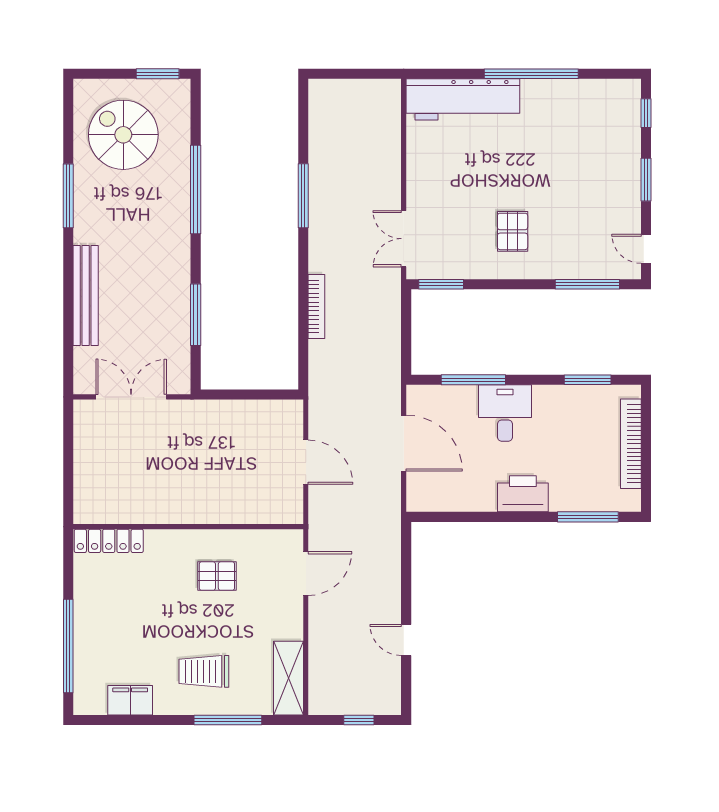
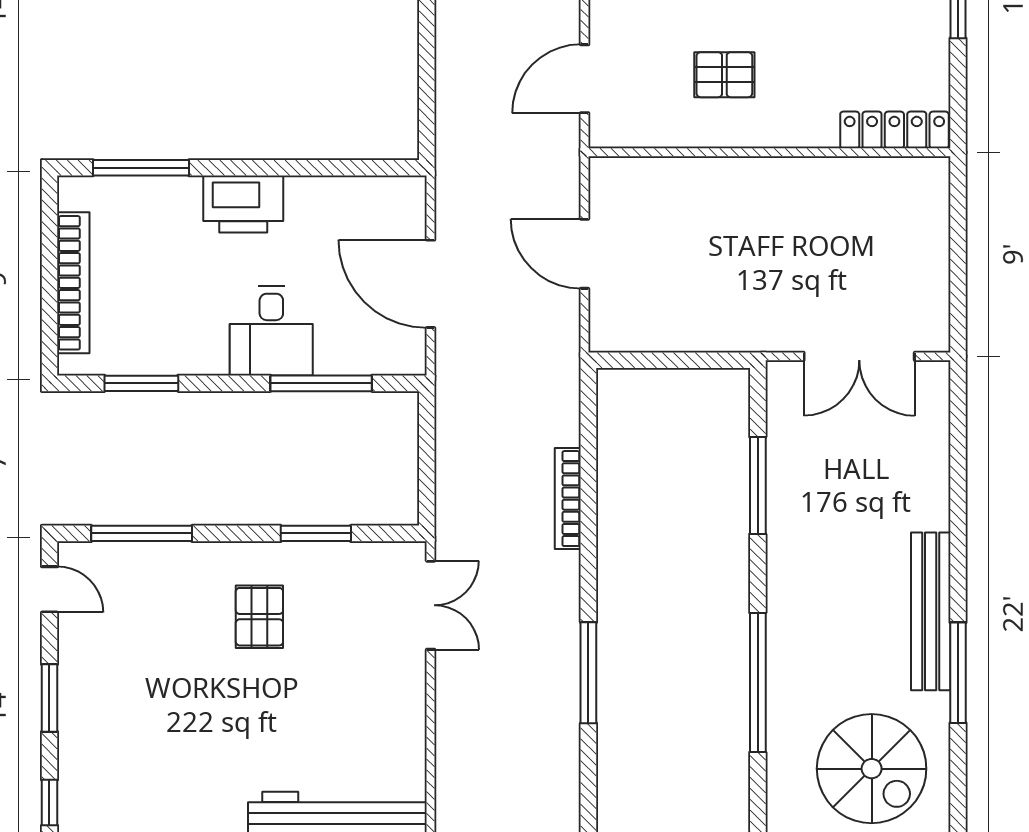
window: (441, 284) -> (316, 533), moved
bench: (86, 295) -> (931, 611), moved

